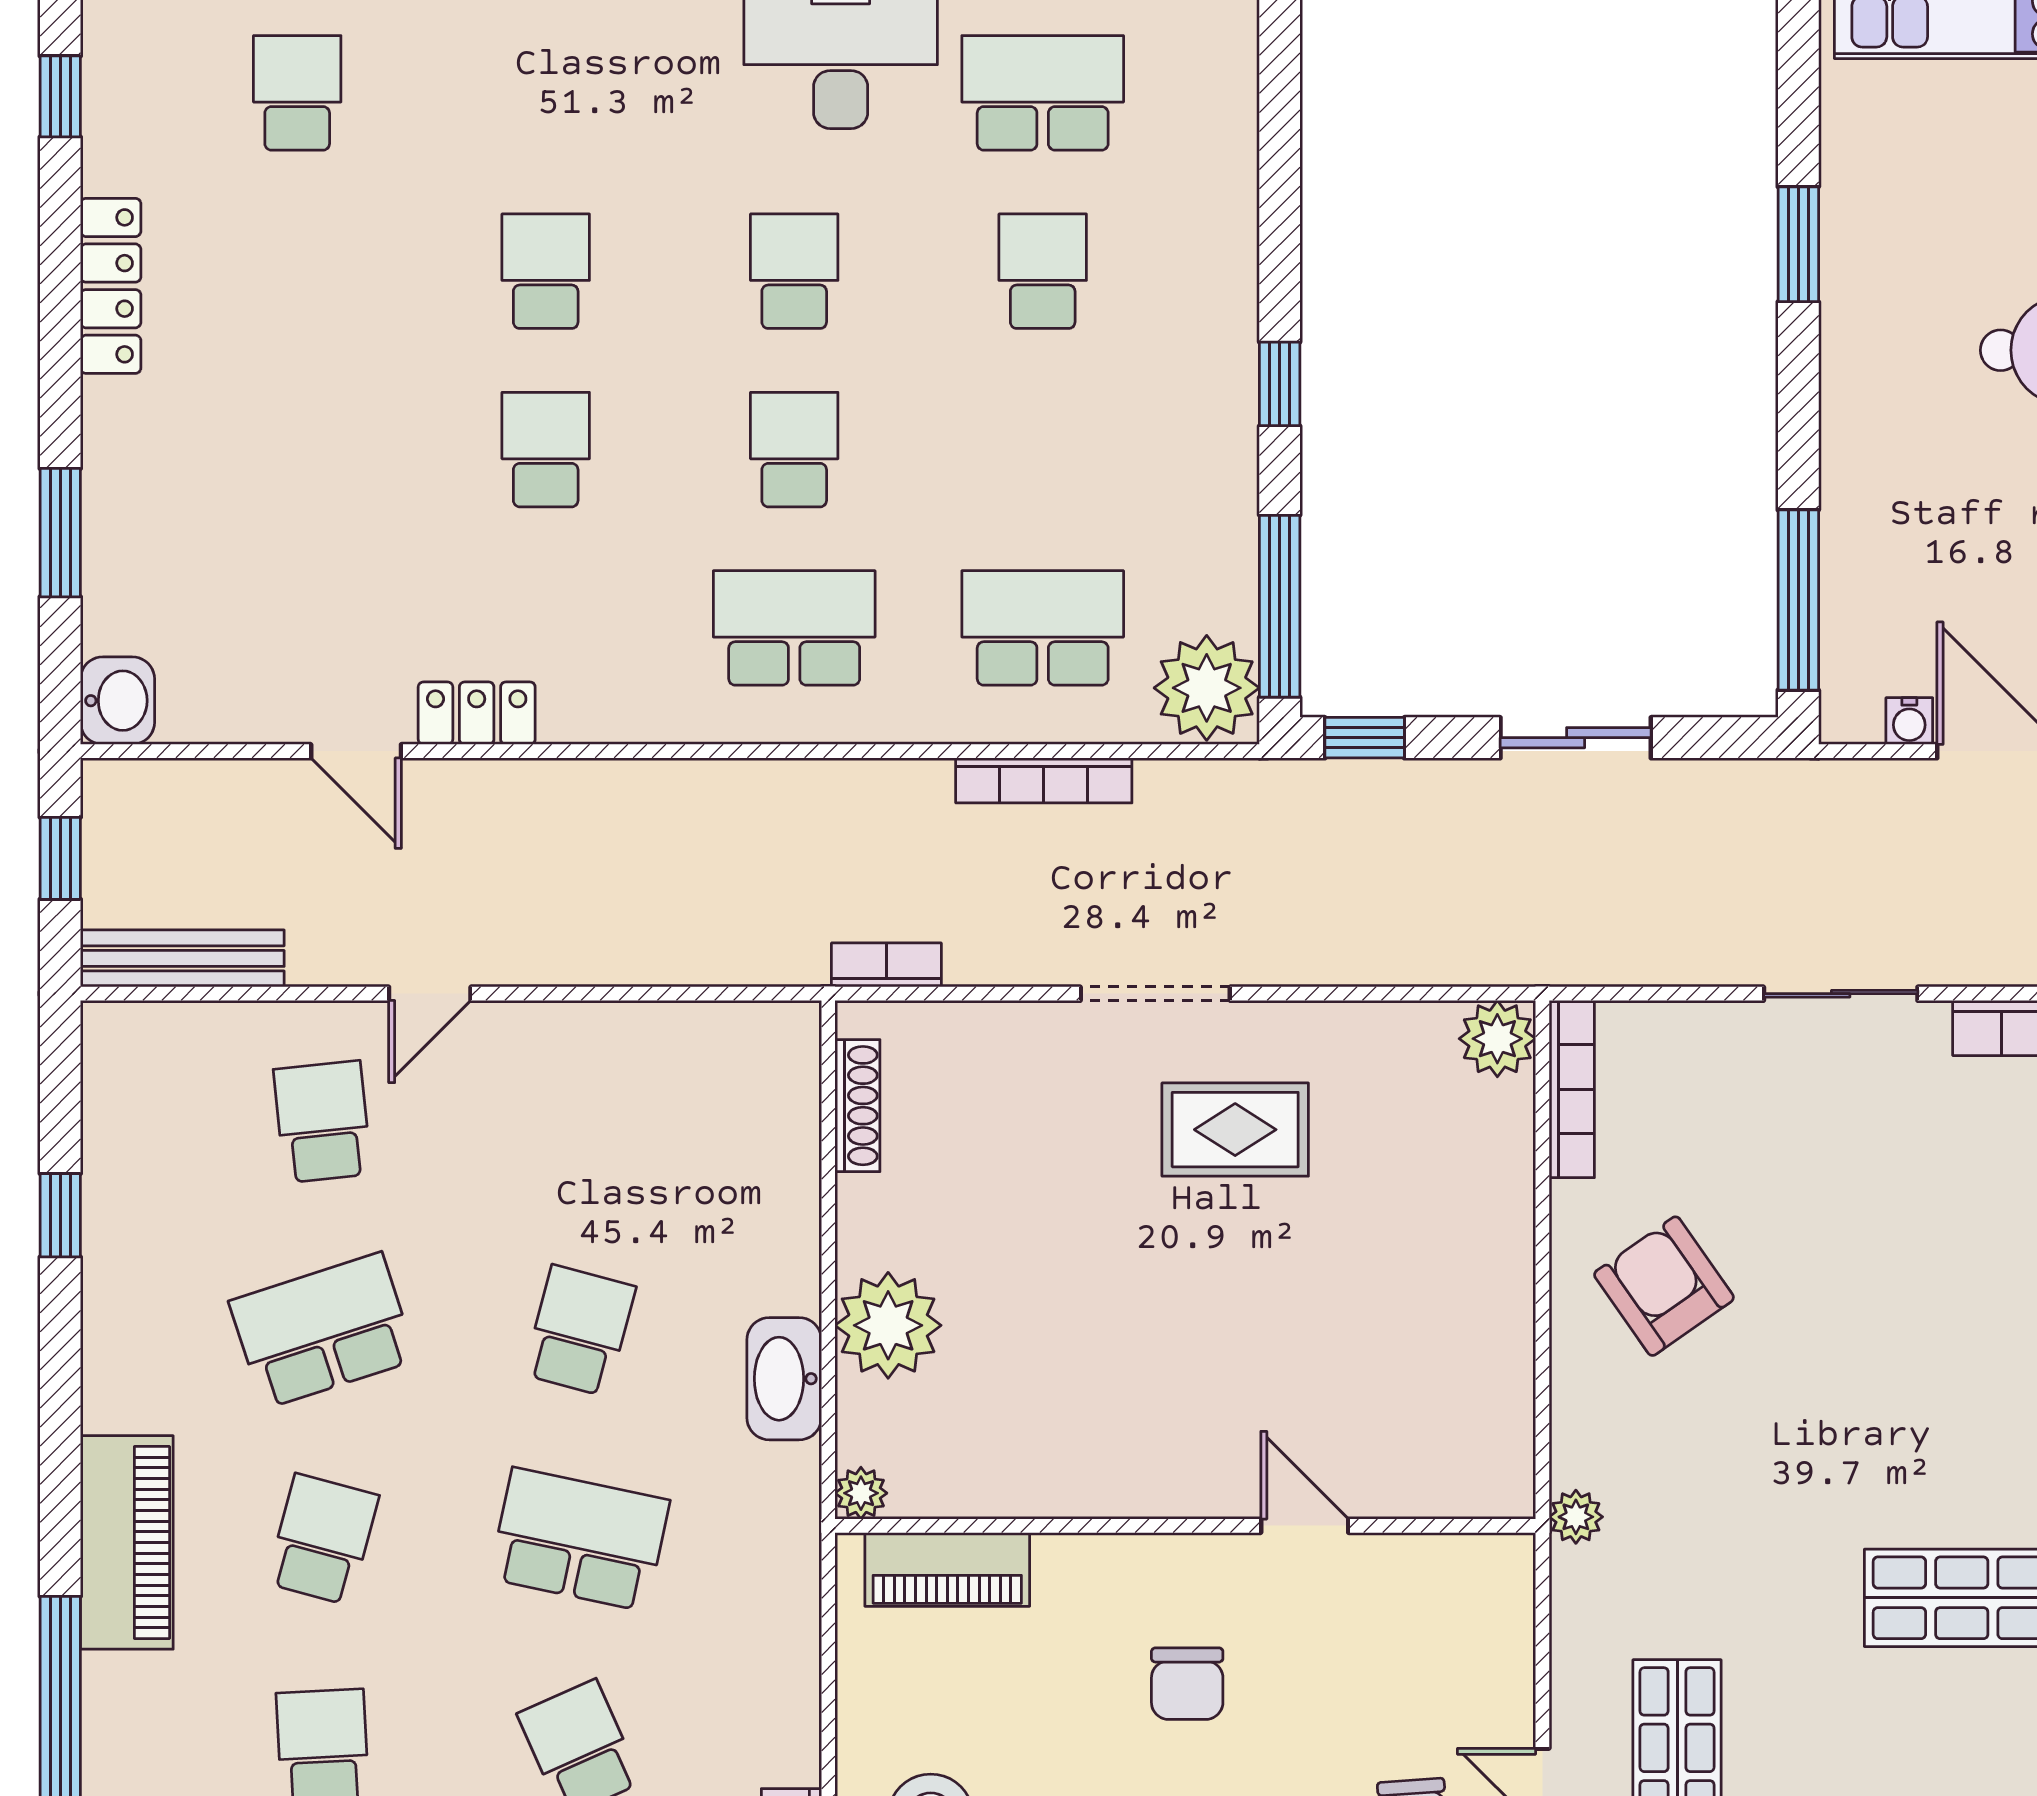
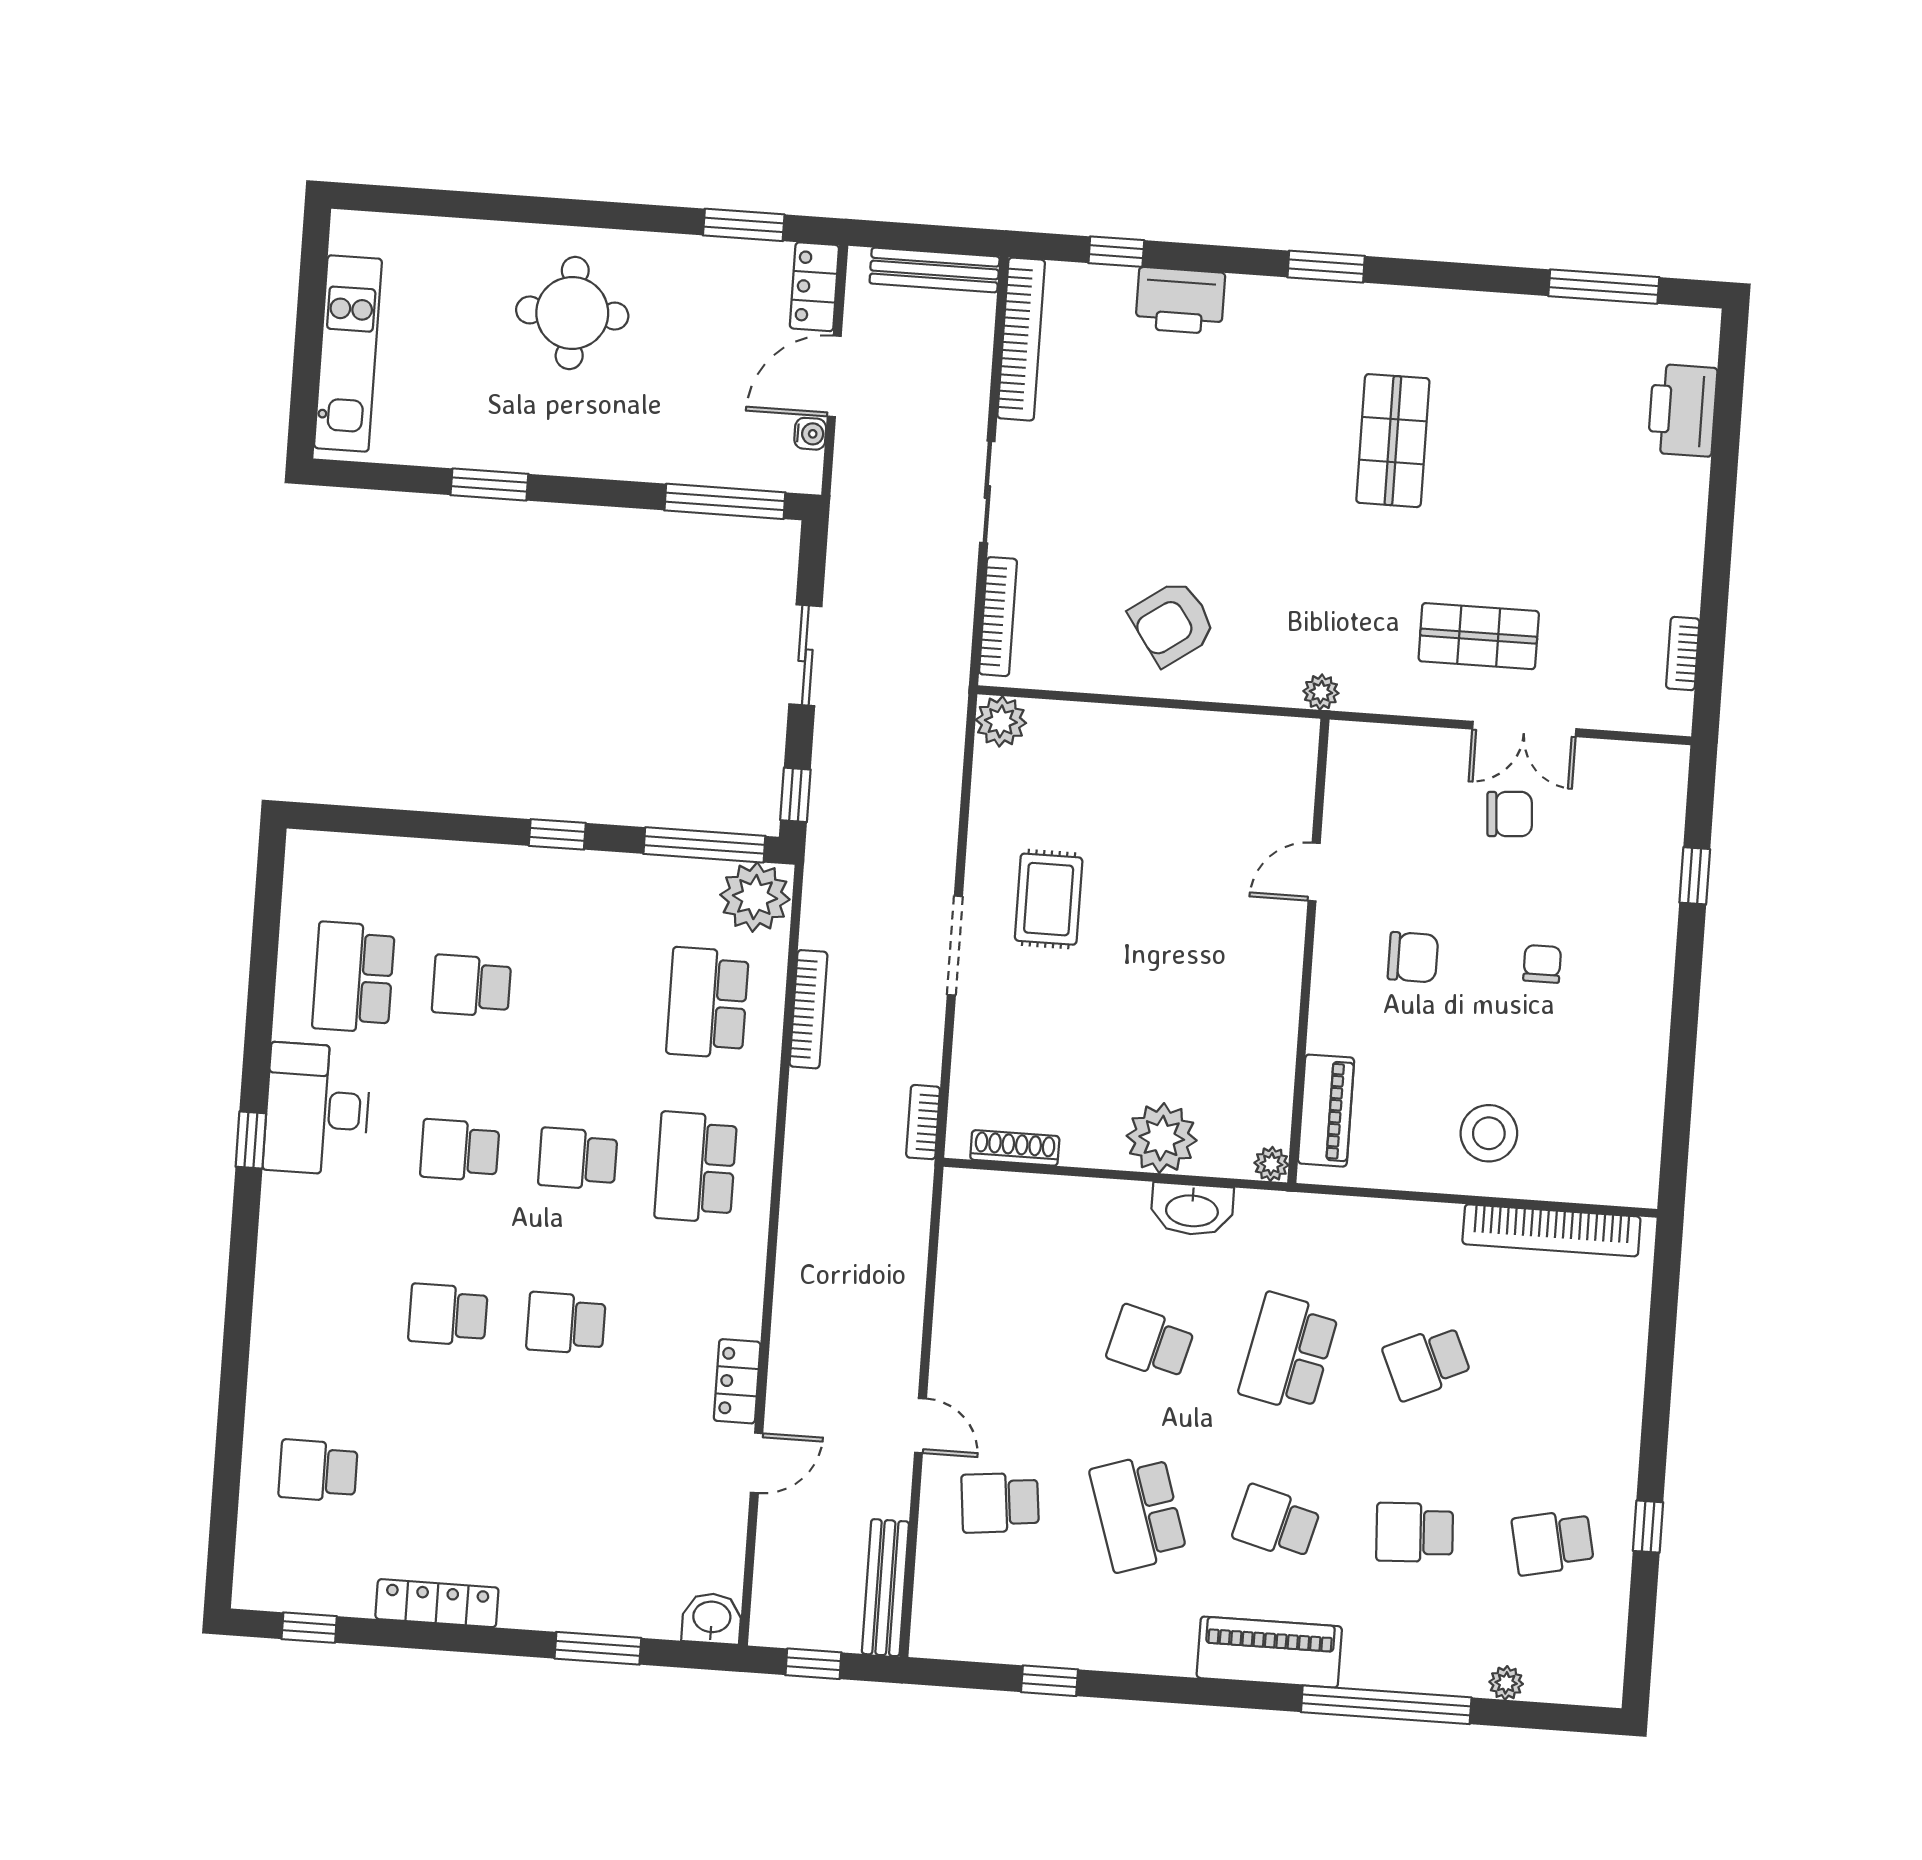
bookcase: (1572, 1089) -> (998, 617), moved, turned 90

